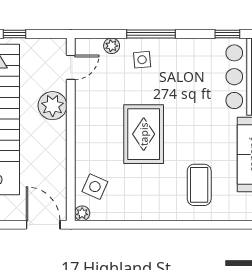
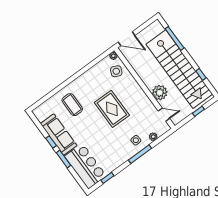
door: (71, 67) -> (164, 115), swing flipped

